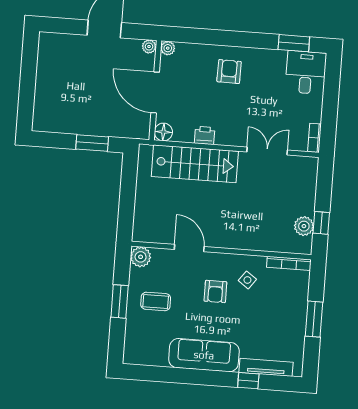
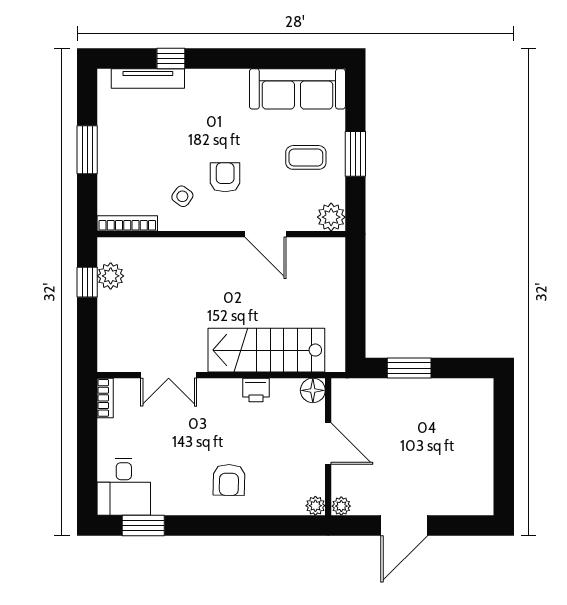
door: (155, 93) -> (328, 444), width x0.73
sofa: (204, 355) -> (297, 89), moved

